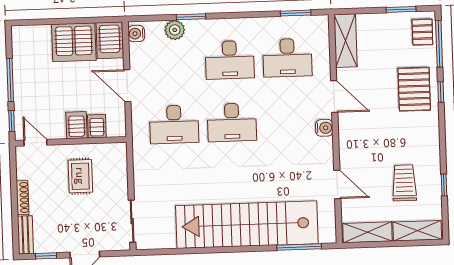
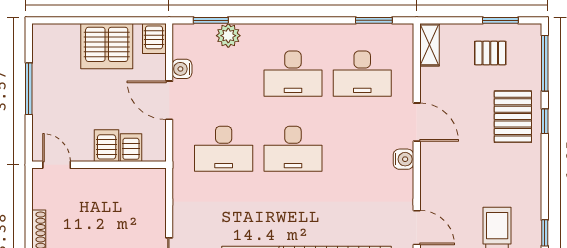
window: (191, 17) -> (211, 20), moved
pallet: (422, 32) -> (490, 53), moved, turned 90
water cooler: (136, 34) -> (182, 69), moved
server rack: (110, 40) -> (154, 39), width x0.73, depth x0.70
shelving: (346, 41) -> (429, 45), width x0.67, depth x0.75
window: (12, 121) -> (29, 138), removed
rug: (80, 176) -> (109, 207), removed

